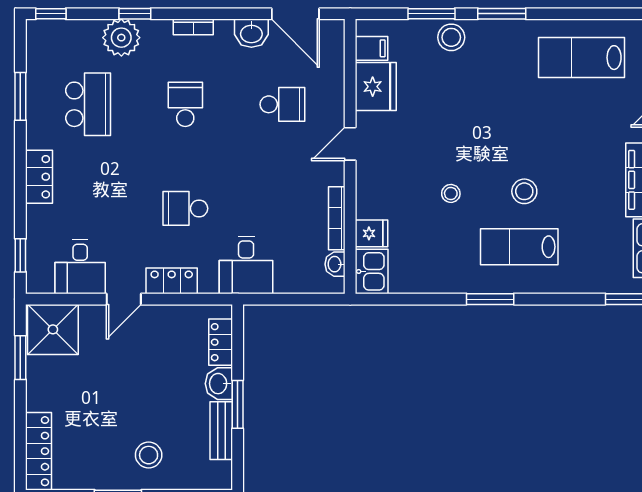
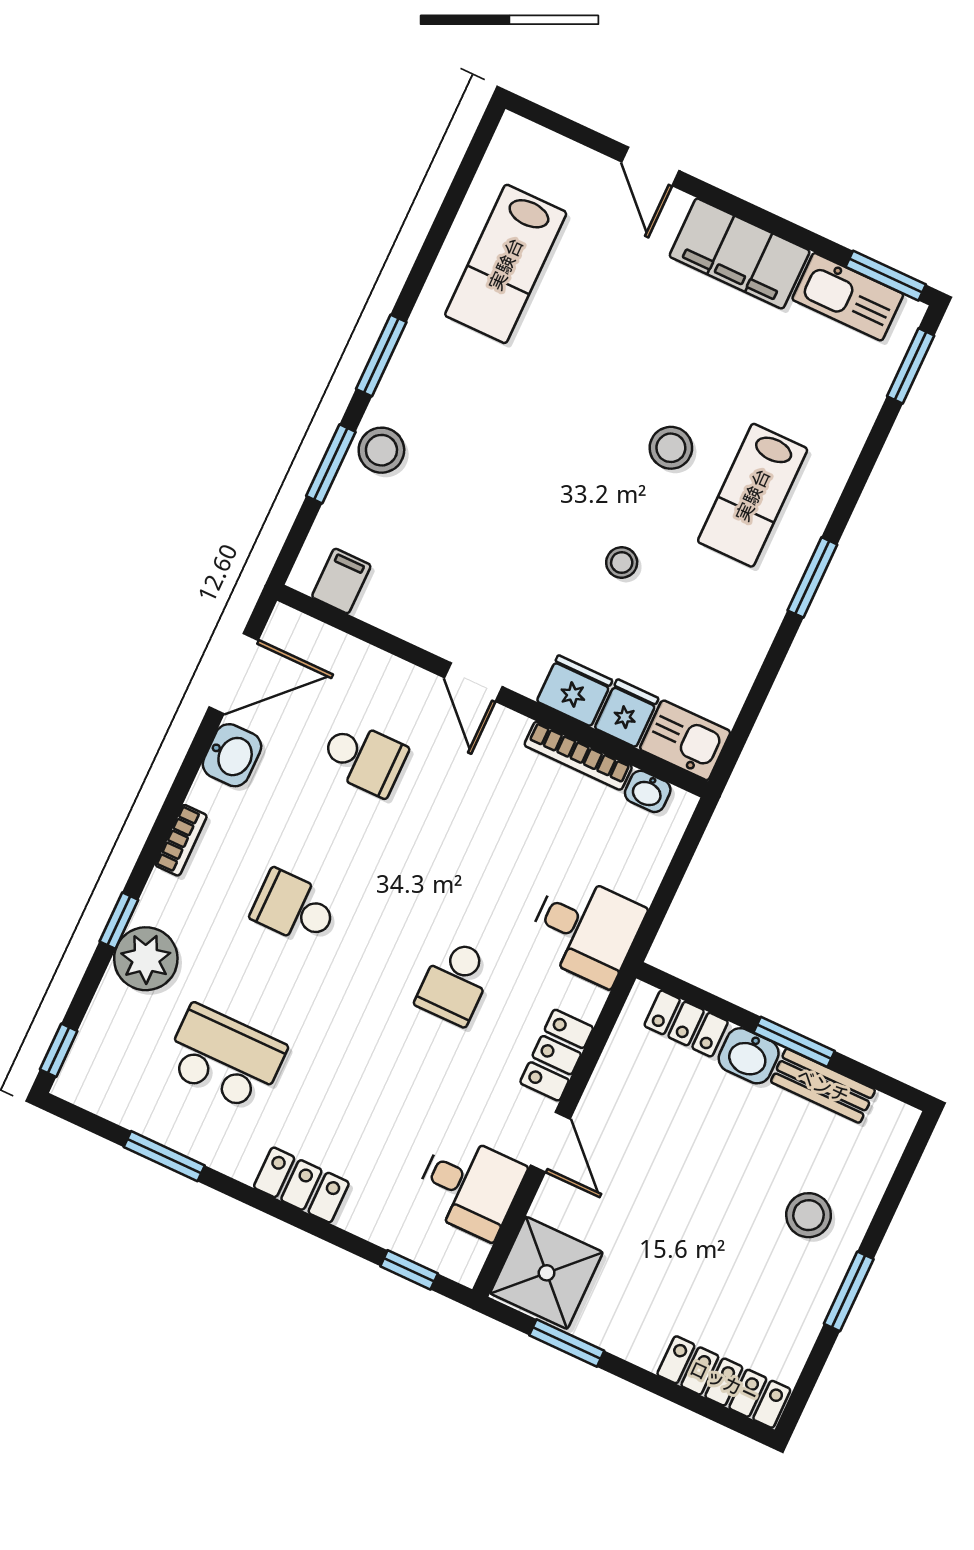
fridge: (376, 87) -> (575, 691), moved, width x0.73, depth x0.75
school desk: (282, 104) -> (364, 758), turned 90

